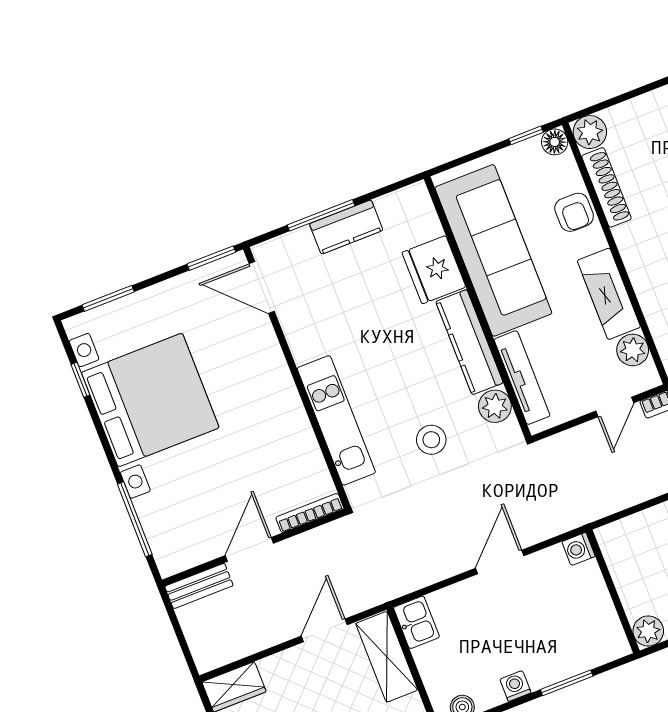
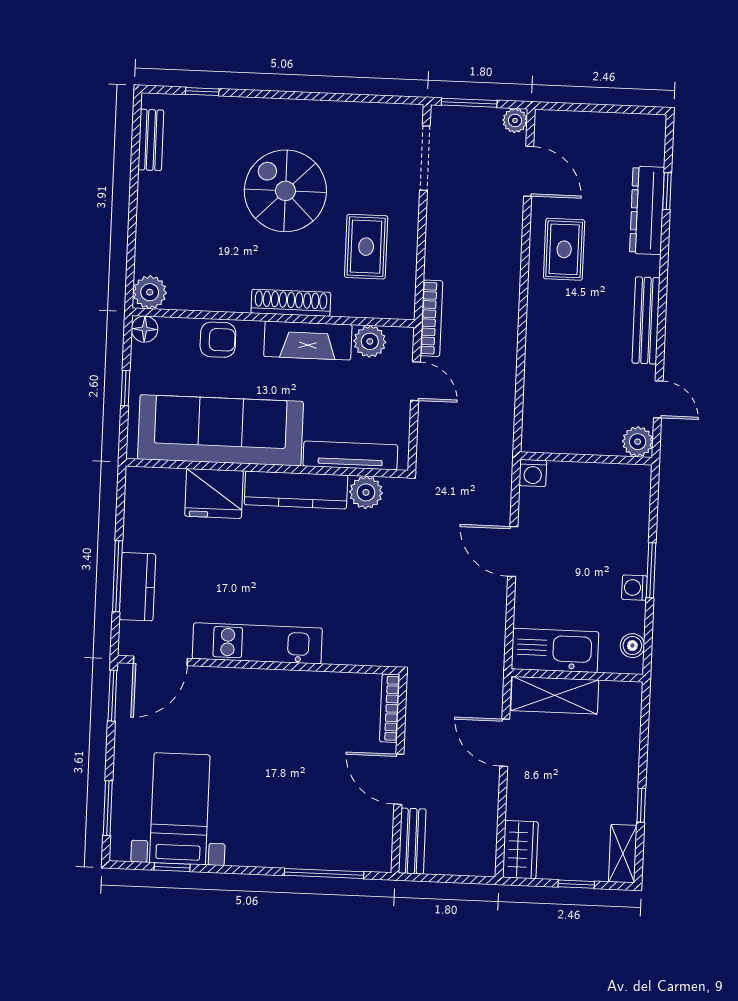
window: (526, 135) -> (125, 388), moved
shoe rack: (607, 187) -> (291, 303), moved
kitchen counter: (346, 227) -> (137, 587), moved
bed with nightstands: (150, 400) -> (180, 809), width x0.54
kitchen unit: (336, 420) -> (257, 643), moved
stool: (431, 440) -> (371, 565), removed
kitchen sink: (416, 622) -> (555, 650), width x1.88, depth x1.24
window: (567, 683) -> (651, 570), moved

